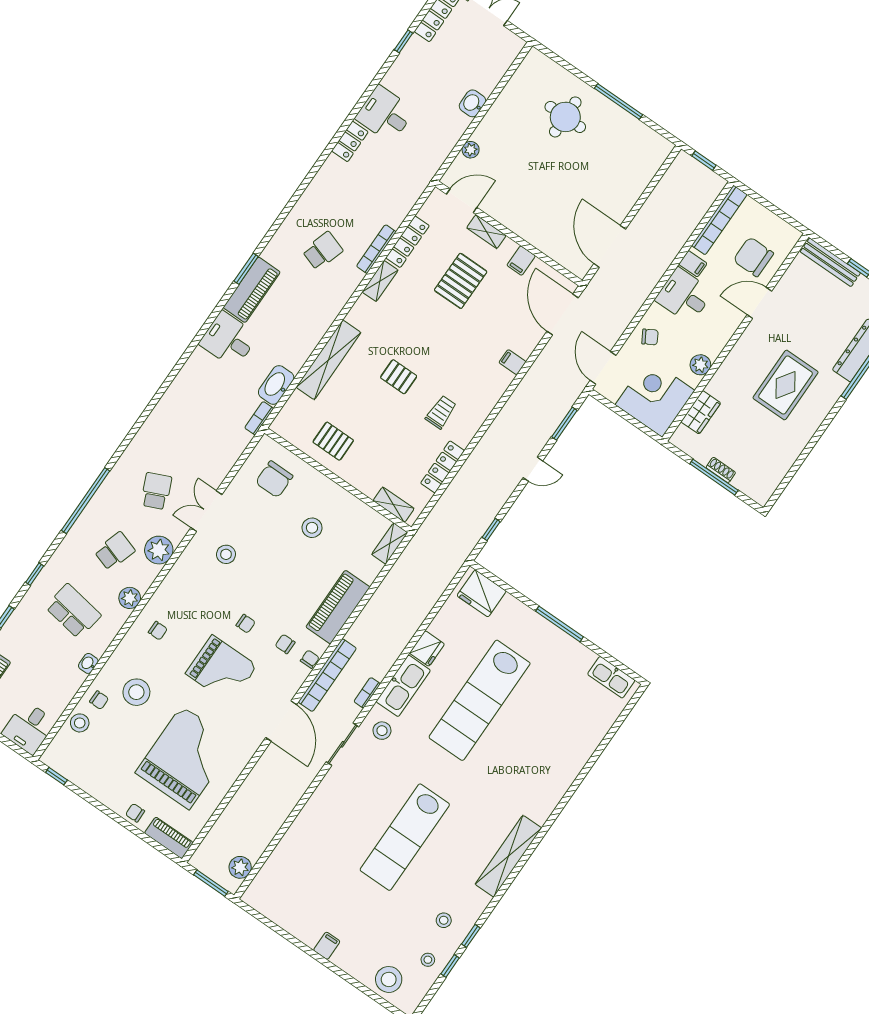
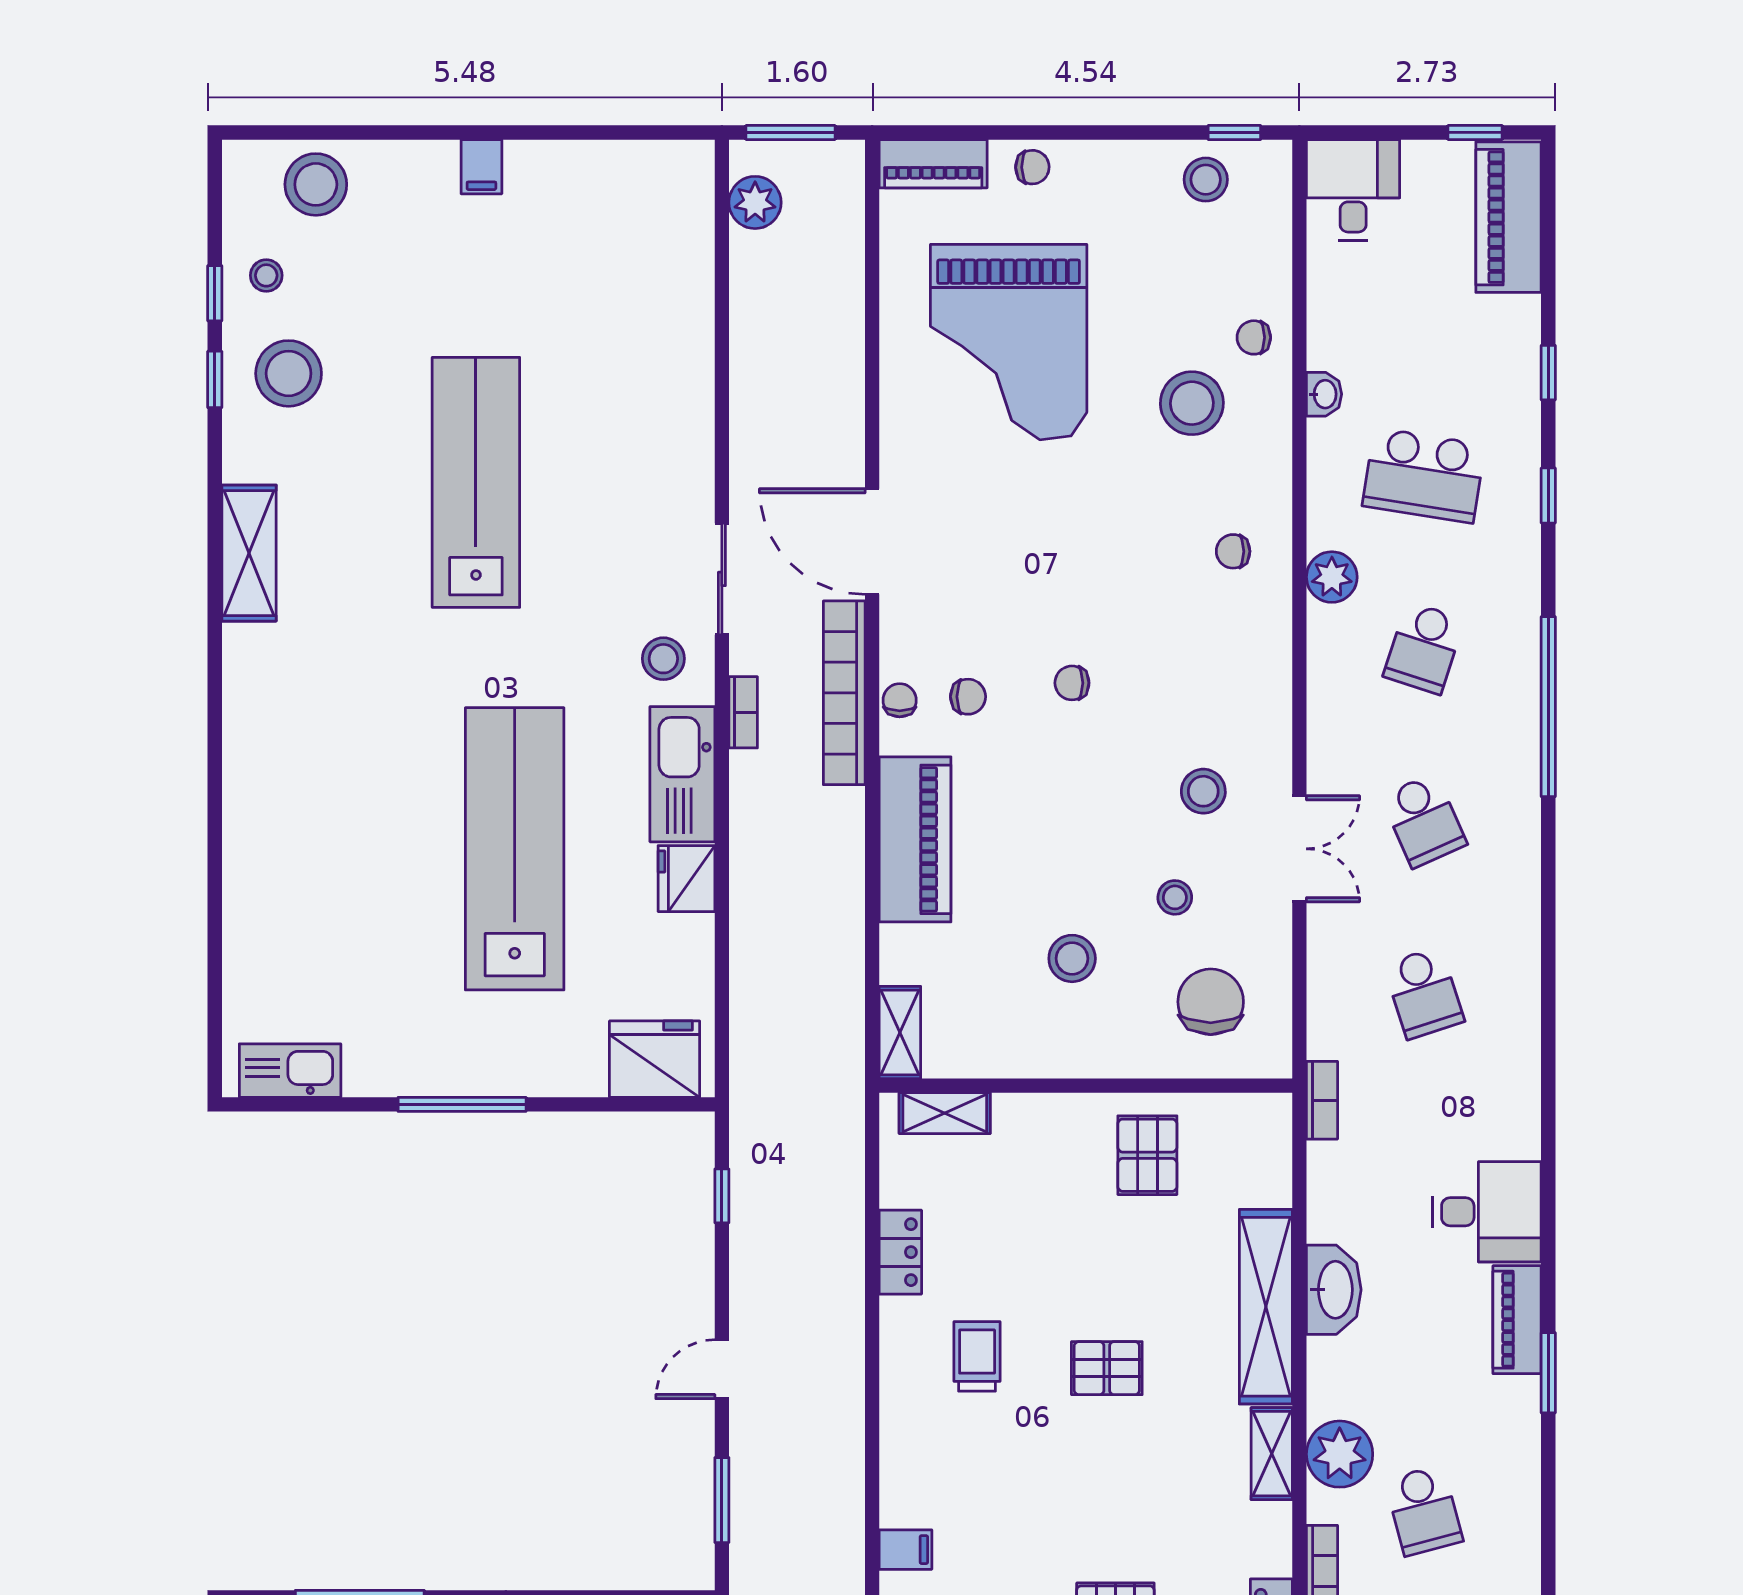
school desk: (323, 251) -> (1424, 1510), turned -33
shelving: (380, 281) -> (1272, 1454), moved
piano: (252, 290) -> (1517, 1320), width x0.73, depth x0.75
washbasin: (276, 385) -> (1334, 1290), moved
trolley: (441, 412) -> (977, 1356), turned 180
school desk: (198, 431) -> (1424, 993), added
pallet: (333, 441) -> (1147, 1155), turned 90
locker: (443, 467) -> (900, 1252), width x0.66
stool: (261, 524) -> (1175, 897), added
plant: (159, 550) -> (1340, 1454), moved
chair: (310, 659) -> (900, 700), turned 180
grand piano: (221, 670) -> (1058, 561), removed
stool: (80, 723) -> (1206, 180), moved
shelving: (508, 856) -> (249, 553), width x0.68
stool: (444, 920) -> (289, 373), width x1.89, depth x1.89

